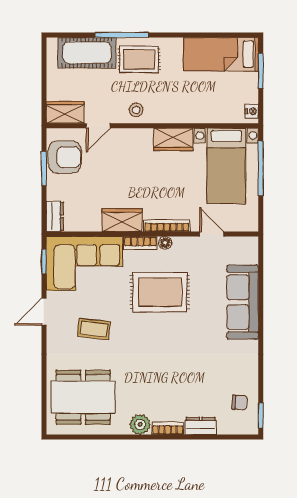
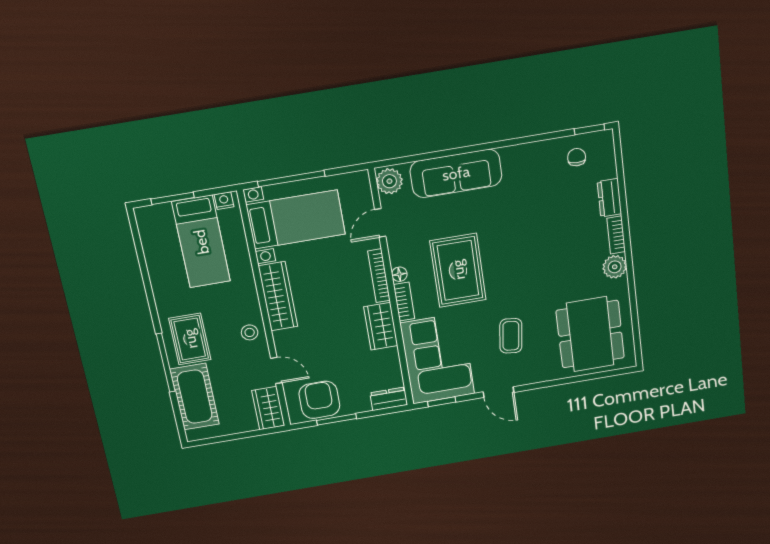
bed: (221, 54) -> (201, 242), moved
wardrobe: (173, 139) -> (278, 296), width x1.50
plant: (245, 247) -> (389, 181), added

